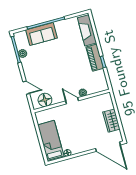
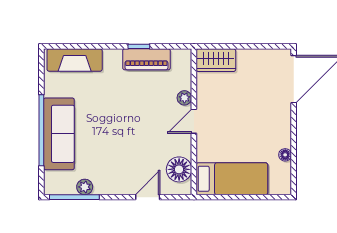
sofa: (42, 34) -> (59, 134), width x1.36
piano: (95, 58) -> (146, 59), moved
wardrobe: (111, 121) -> (216, 60), moved
bed: (51, 141) -> (232, 179), moved, turned 180

